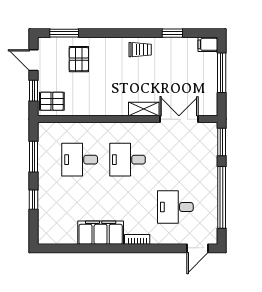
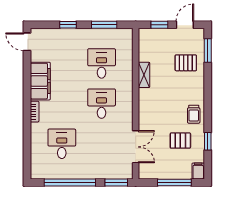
pallet: (52, 101) -> (180, 141), moved, turned 90
shelving: (144, 109) -> (144, 75), moved
door: (198, 248) -> (27, 42), moved

